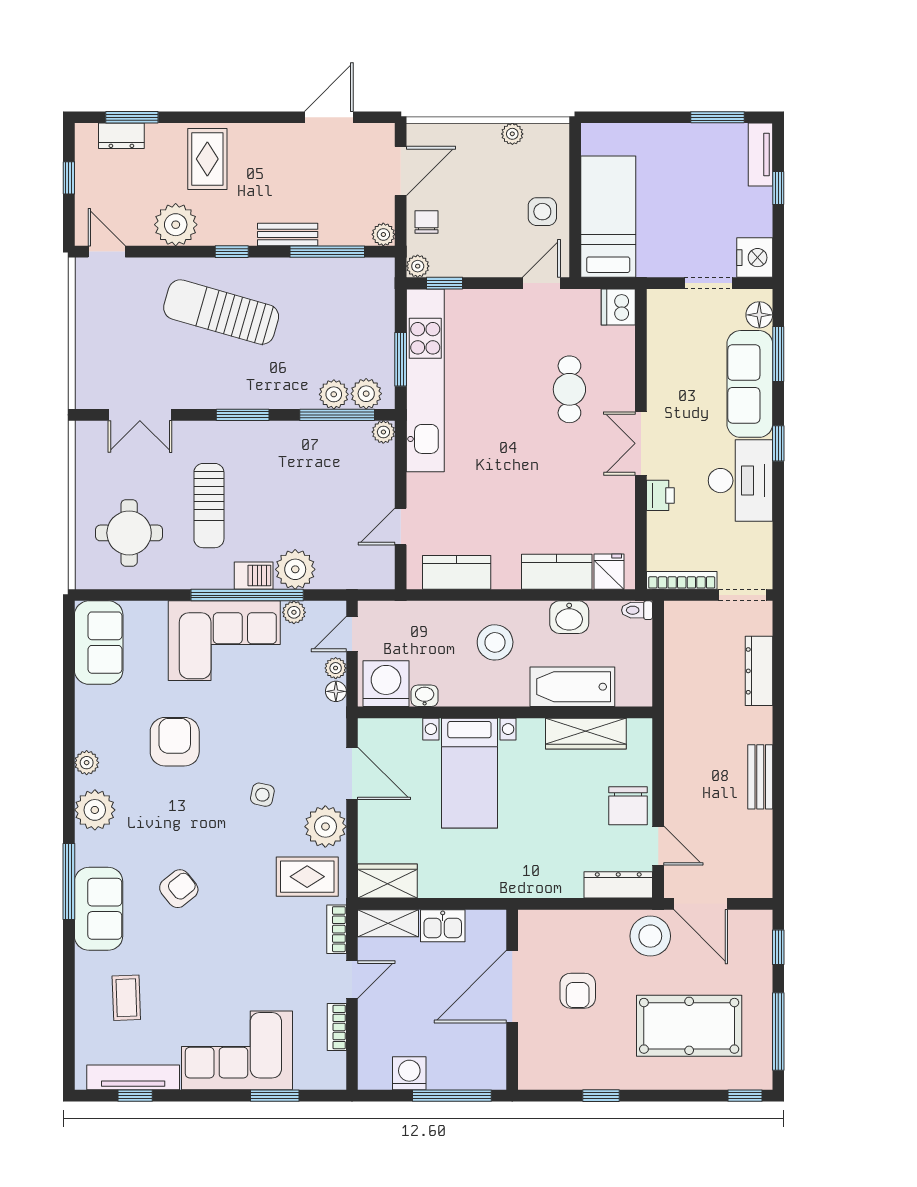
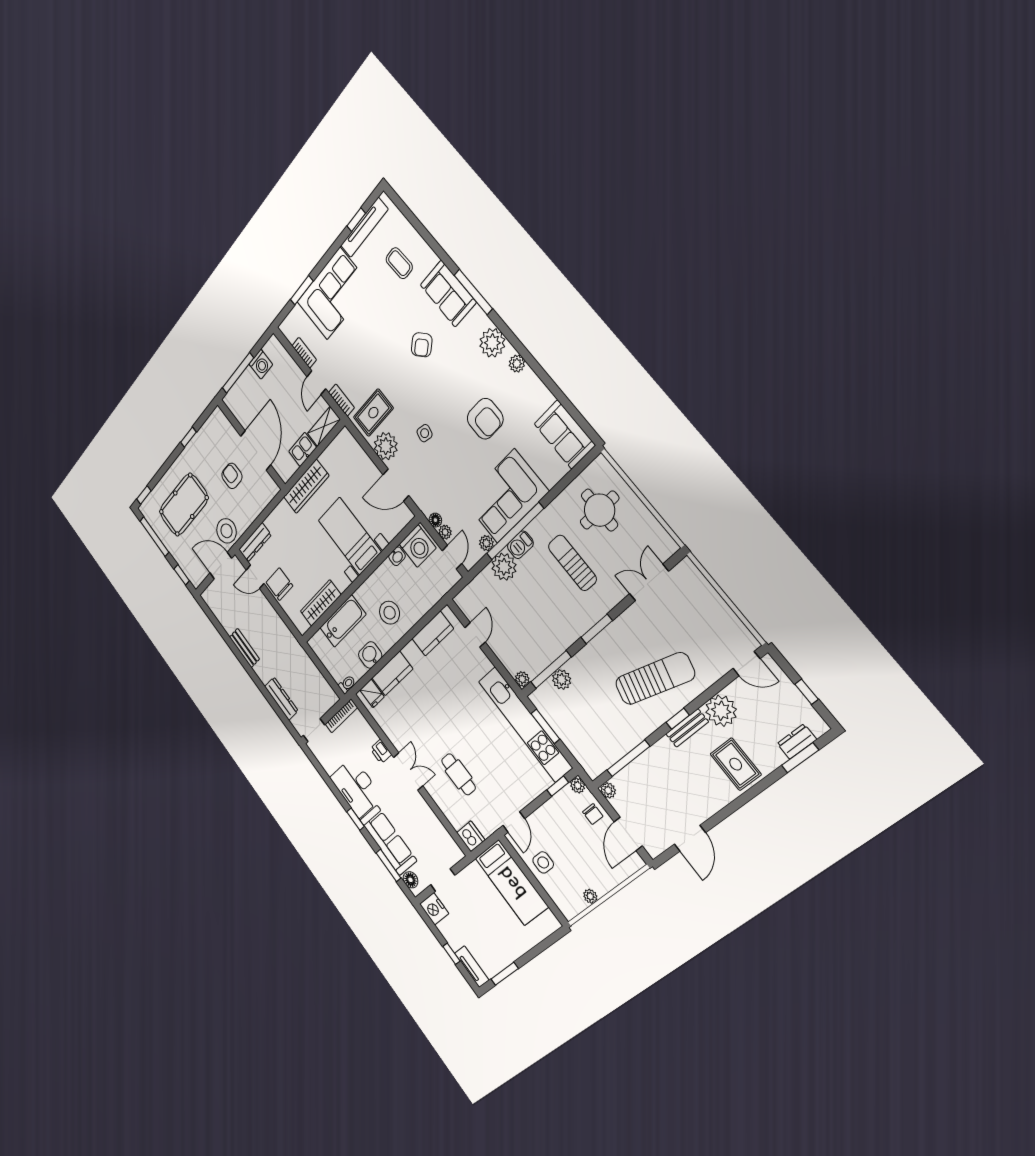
bench: (288, 235) -> (687, 728), moved
plant: (366, 394) -> (547, 693), removed
wardrobe: (387, 881) -> (306, 486), moved, width x1.50

